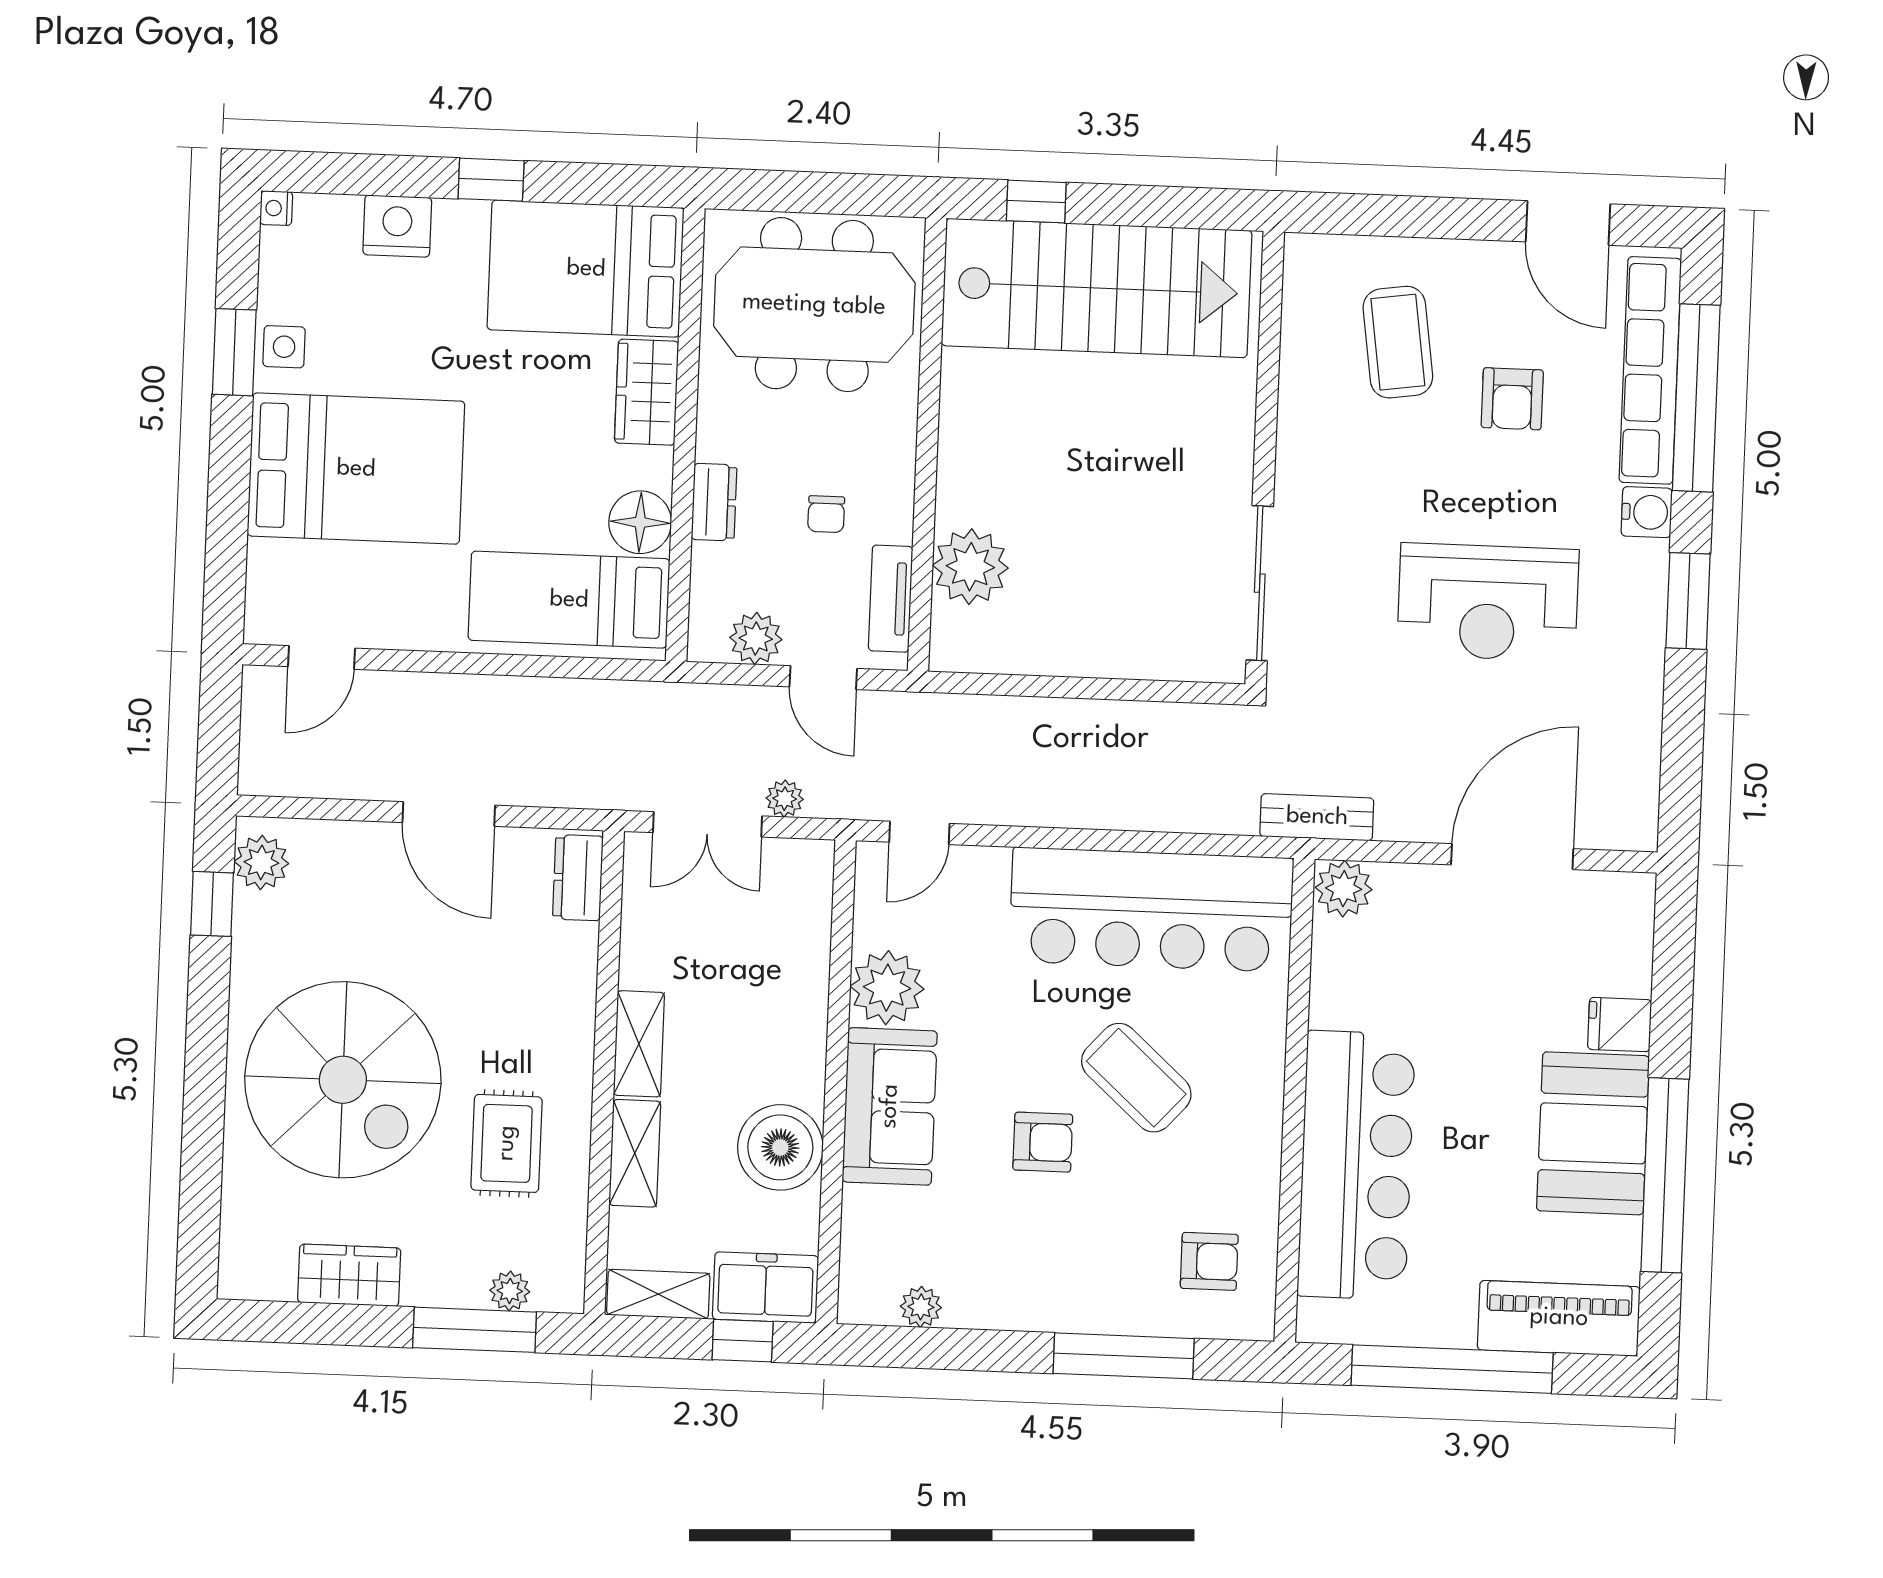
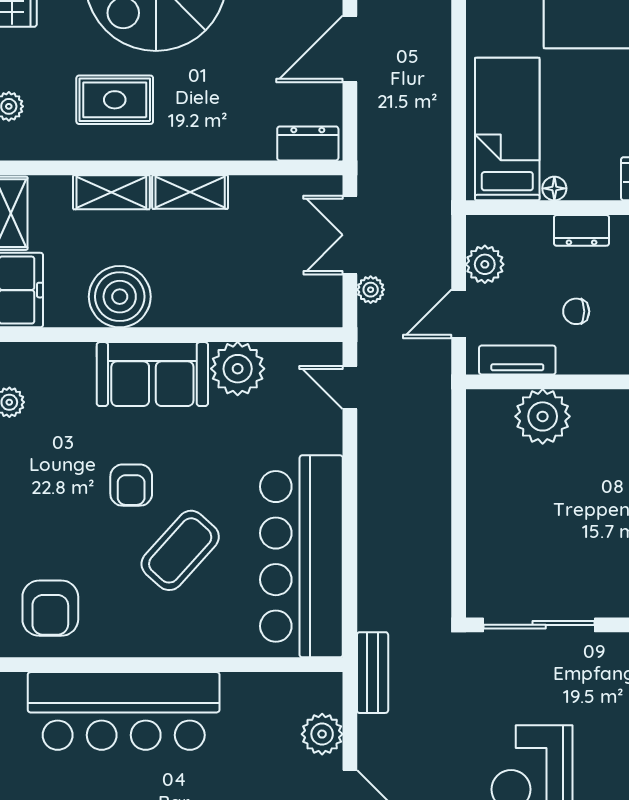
floor lamp: (640, 522) -> (554, 188), width x0.53, depth x0.53
plant: (1344, 889) -> (322, 734), moved
armchair: (1209, 1261) -> (50, 608), width x1.38, depth x1.38

